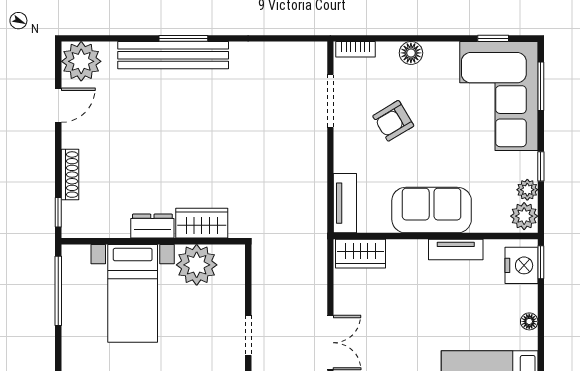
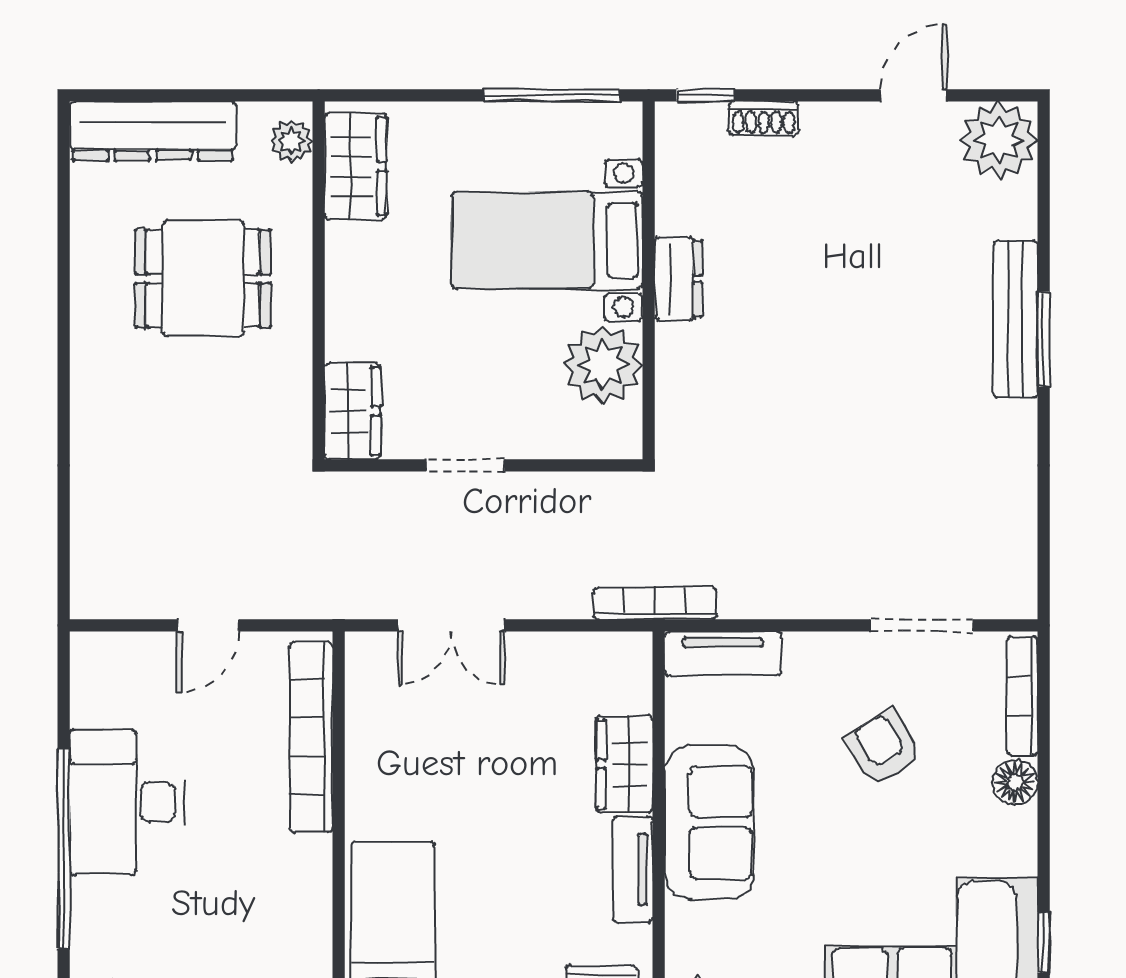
bookcase: (356, 49) -> (1022, 696), width x1.56
bench: (173, 55) -> (1016, 319), width x0.73, depth x0.82
door: (58, 105) -> (914, 95), swing flipped
shoe rack: (70, 175) -> (764, 118), width x0.70
wardrobe: (202, 223) -> (684, 375), removed
bookcase: (319, 238) -> (655, 604), added
wardrobe: (361, 254) -> (625, 764), moved

